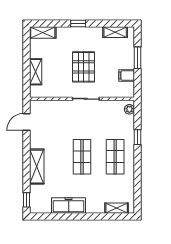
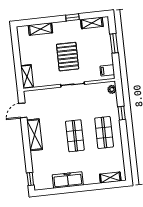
window: (78, 24) -> (72, 17), moved
shelving: (43, 33) -> (40, 29), moved
shelving: (36, 72) -> (27, 77), moved
filing cabinet: (127, 75) -> (107, 70), moved
shelving: (37, 167) -> (35, 135), moved

